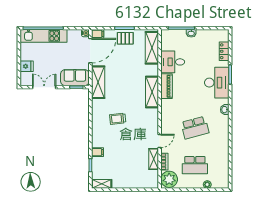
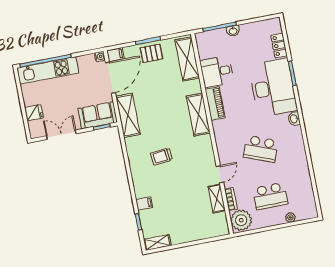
desk: (217, 83) -> (273, 88), width x1.36, depth x1.30
school desk: (195, 128) -> (261, 149), turned 36

